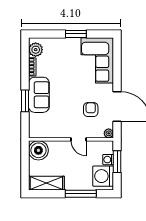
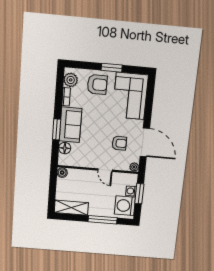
armchair: (63, 52) -> (97, 84), added
armchair: (91, 110) -> (119, 143), turned 90
floor lamp: (35, 120) -> (65, 148), added
boiler: (38, 150) -> (62, 173), width x0.54, depth x0.54

